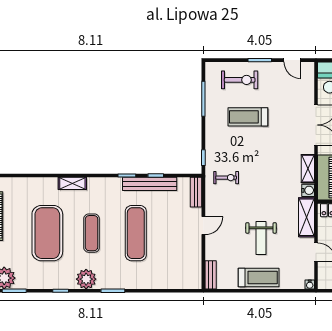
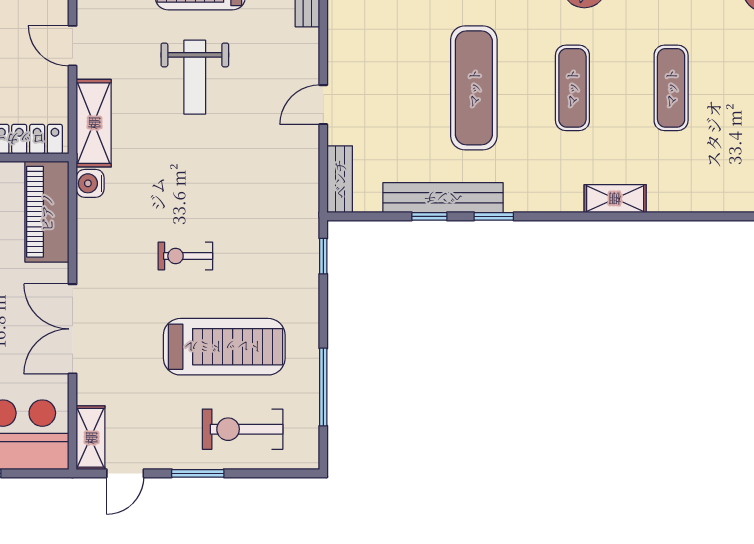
door: (292, 60) -> (125, 473), swing flipped
treadmill: (248, 117) -> (224, 347), width x1.37, depth x1.38
shelving: (308, 169) -> (91, 438), moved
exercise bike: (226, 178) -> (185, 256), moved
exercise mat: (47, 233) -> (671, 88), width x0.50, depth x0.69
weight bench: (261, 238) -> (195, 77), turned 180

